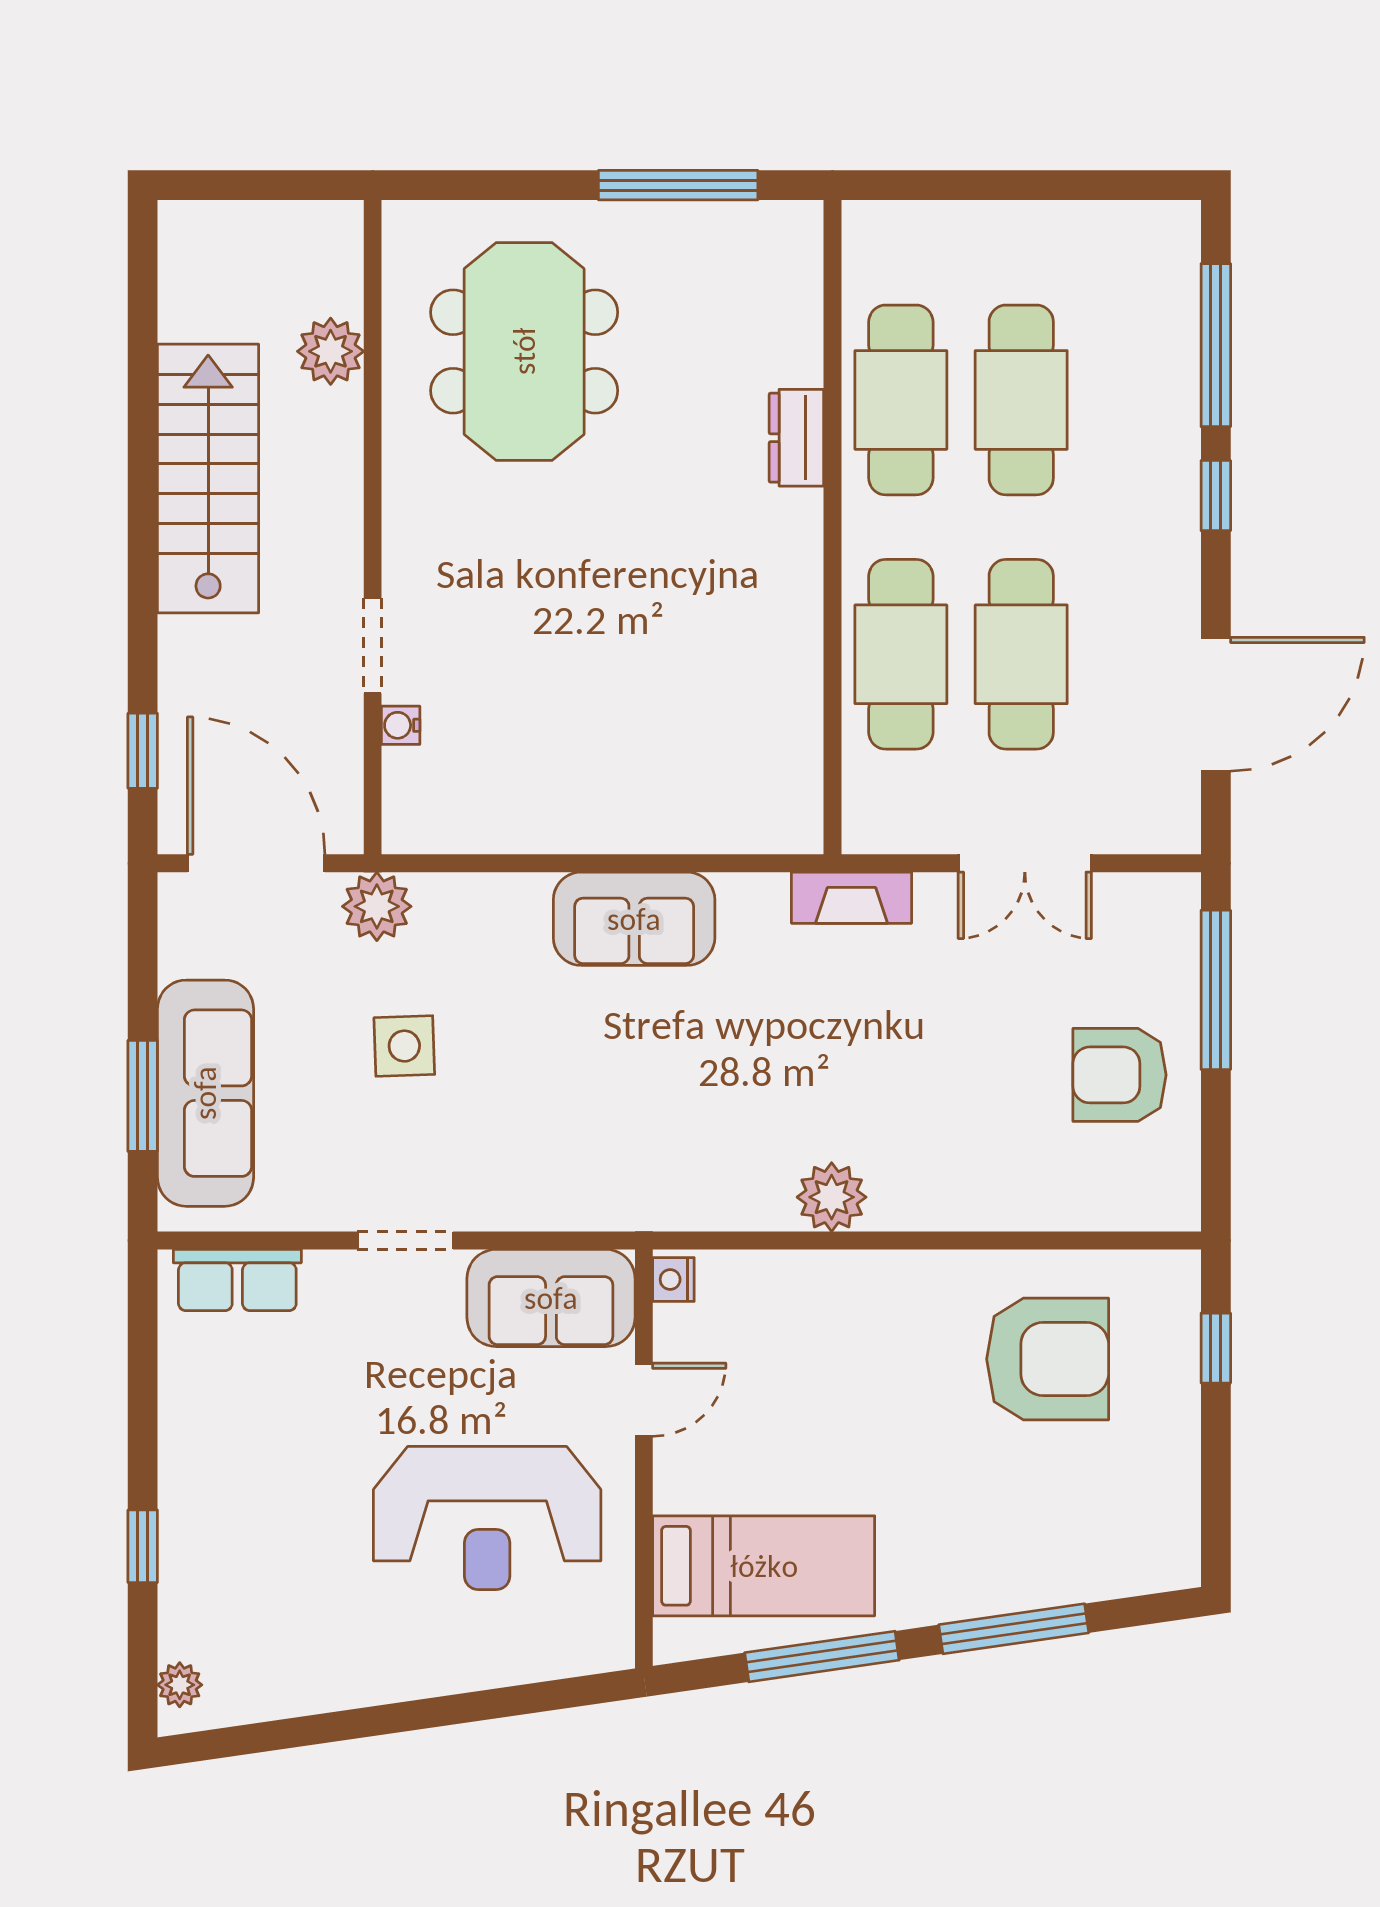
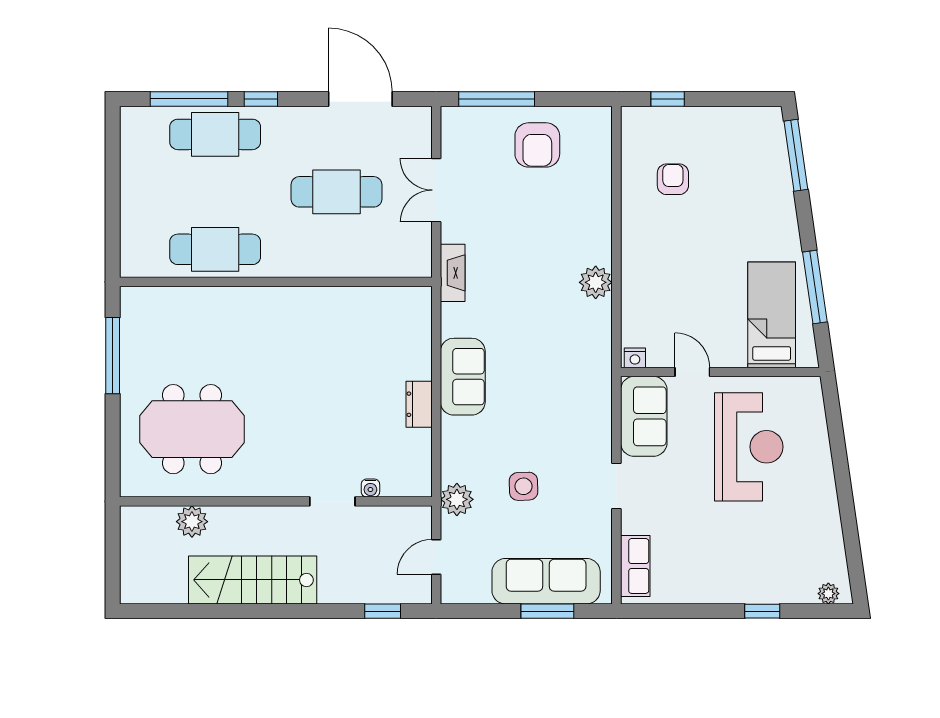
cafe table: (1021, 400) -> (215, 134), moved
dresser: (796, 438) -> (419, 404), moved, turned 90
cafe table: (901, 654) -> (337, 249), removed
door: (256, 863) -> (436, 557), width x0.53
double door: (1025, 863) -> (436, 190), swing flipped
armchair: (1048, 1359) -> (673, 179), width x0.53, depth x0.53
window: (1014, 1629) -> (796, 155), moved

